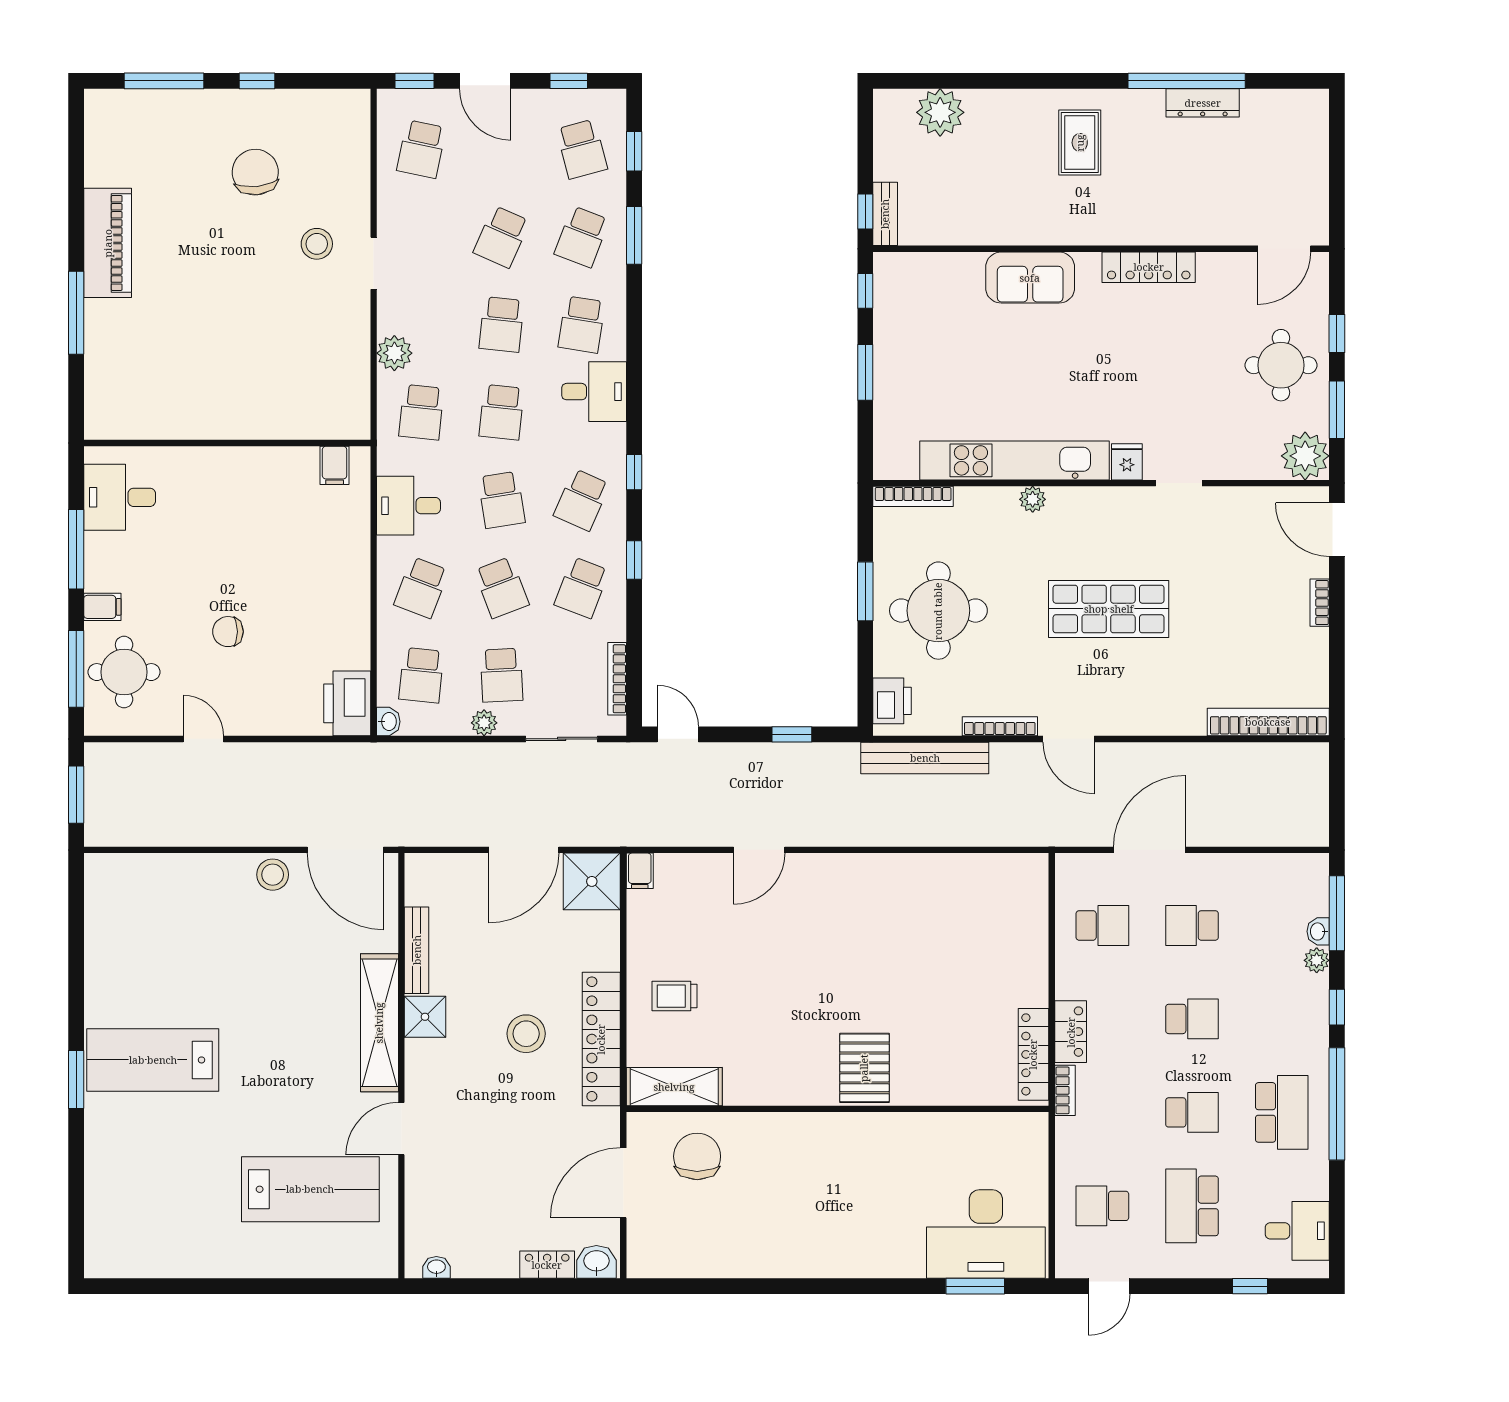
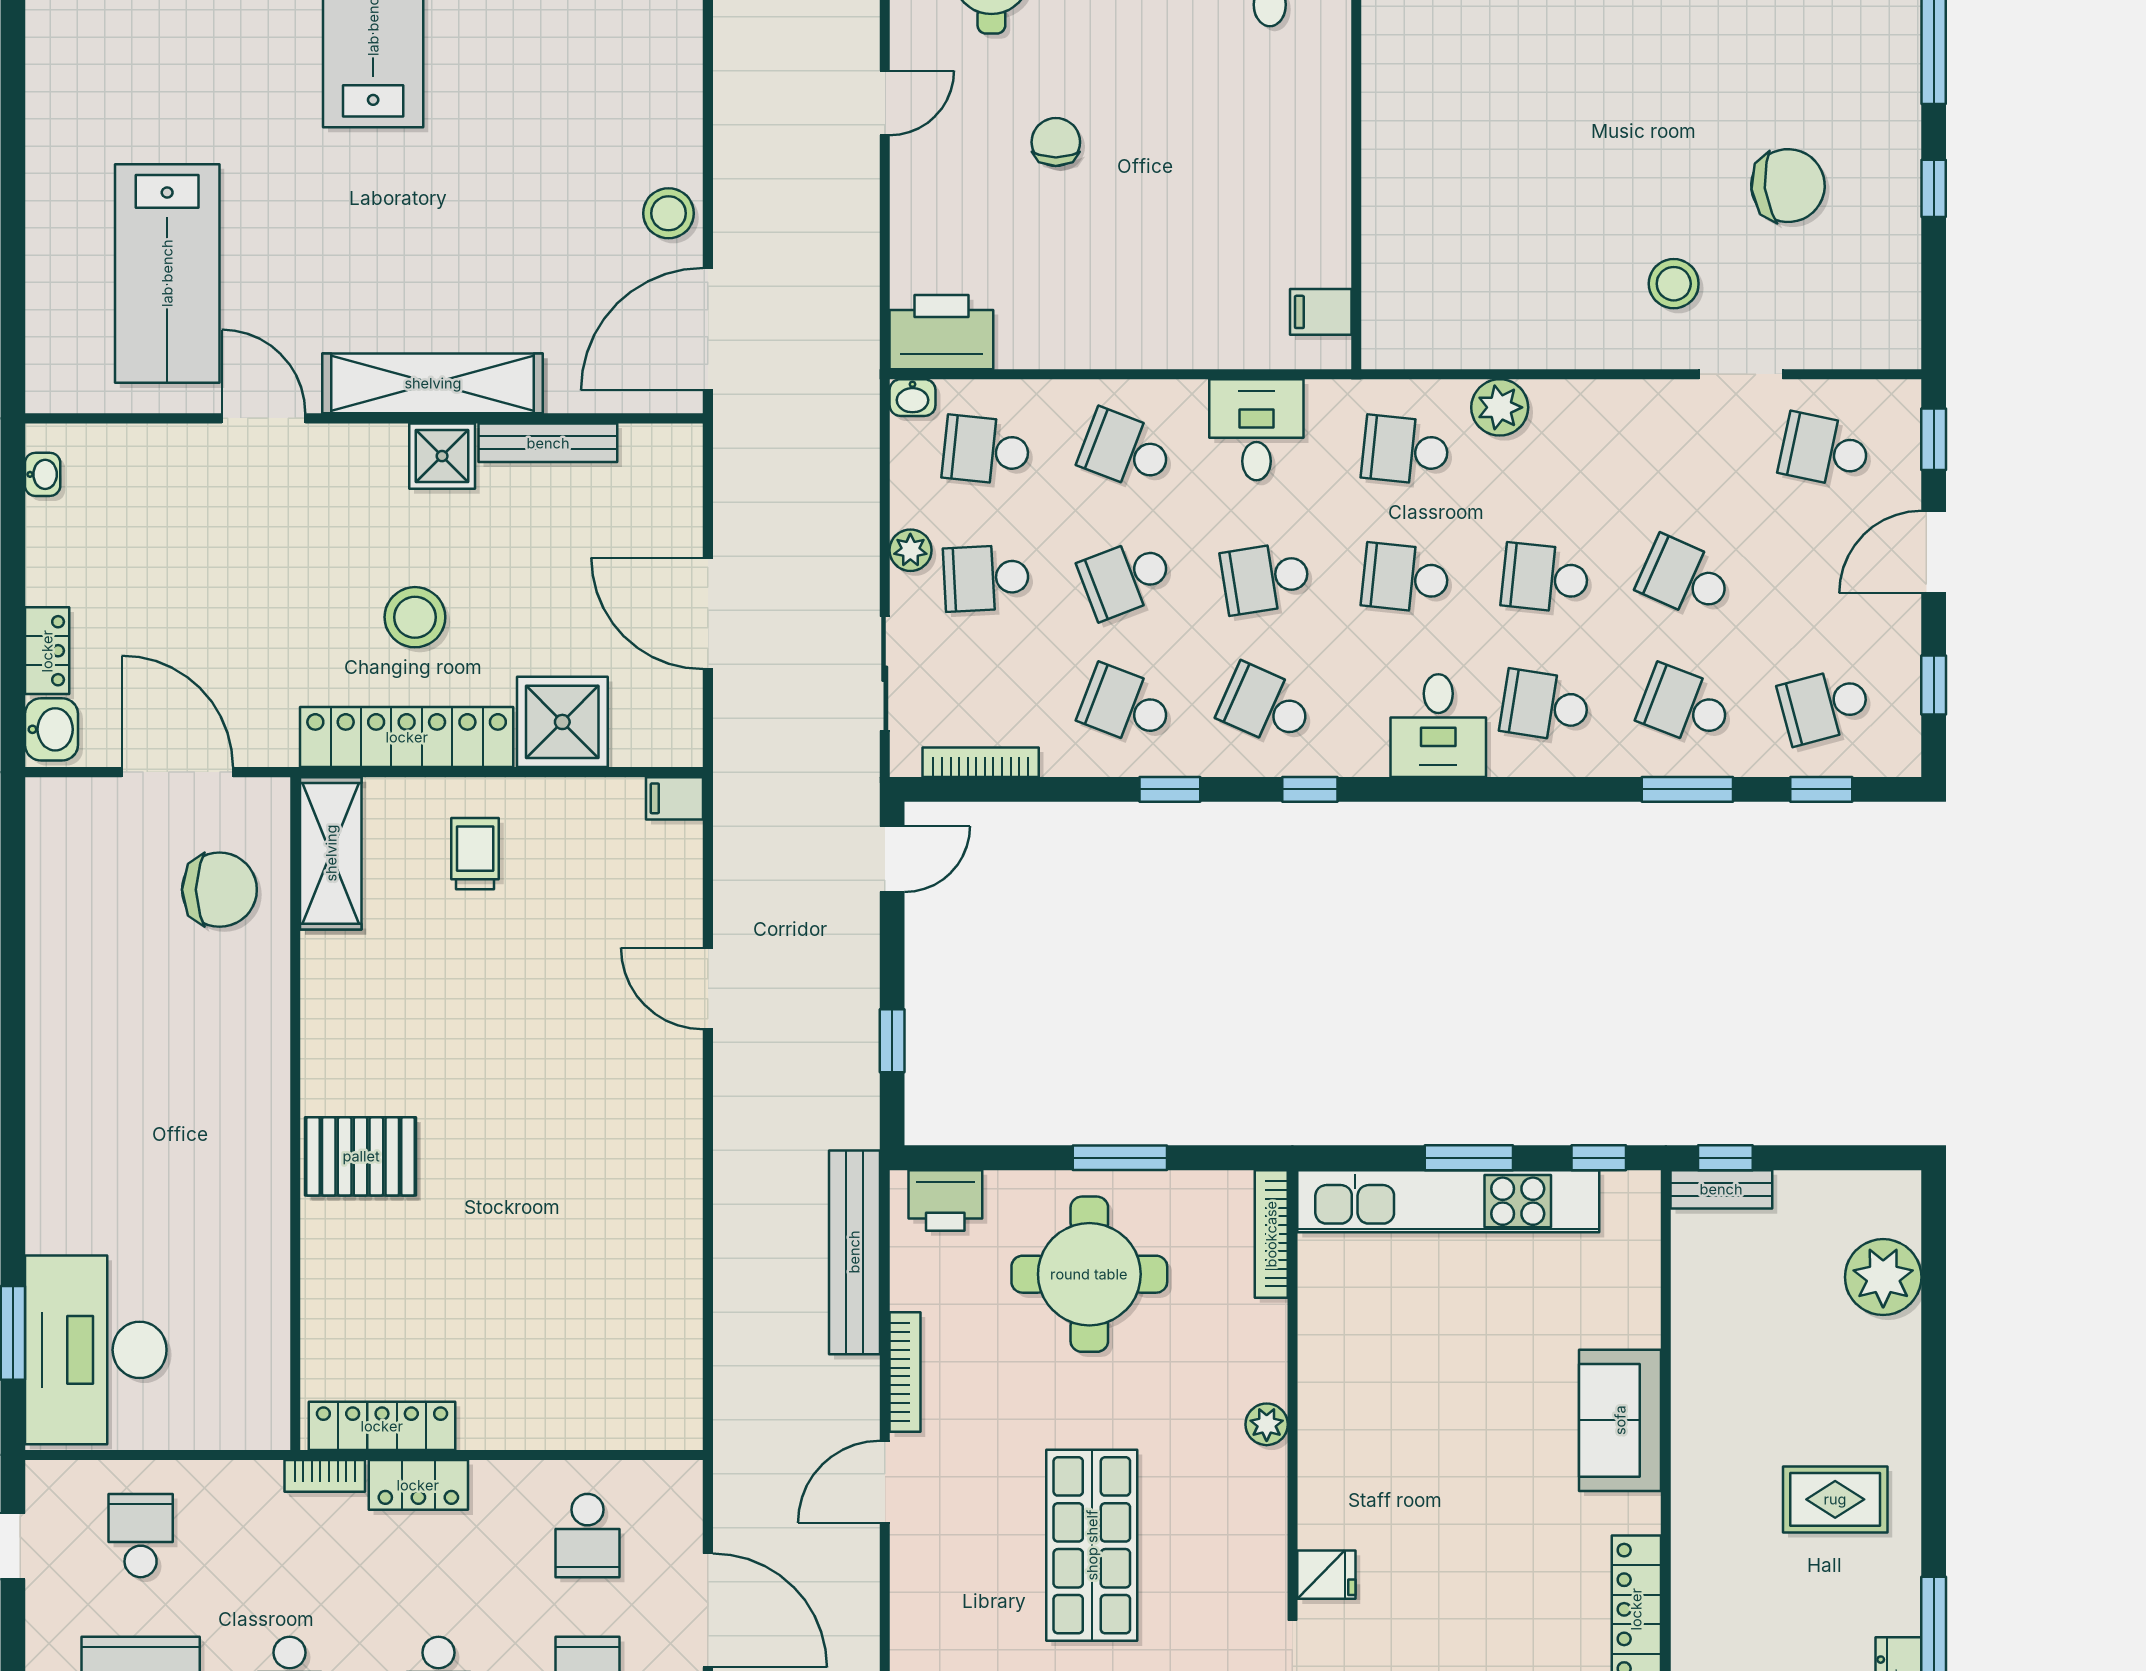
doorway: (374, 263) -> (1741, 374), moved
kitchen unit: (1015, 460) -> (1448, 1201), moved, turned 90
shower: (592, 881) -> (562, 722), moved

